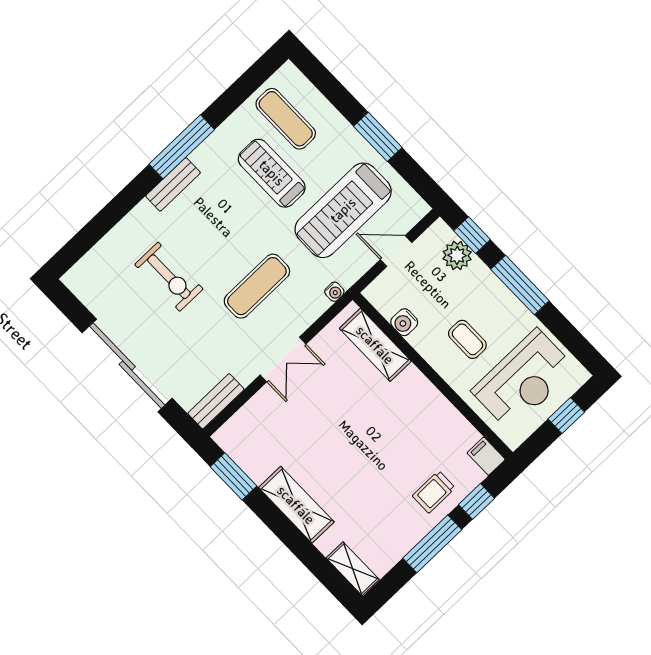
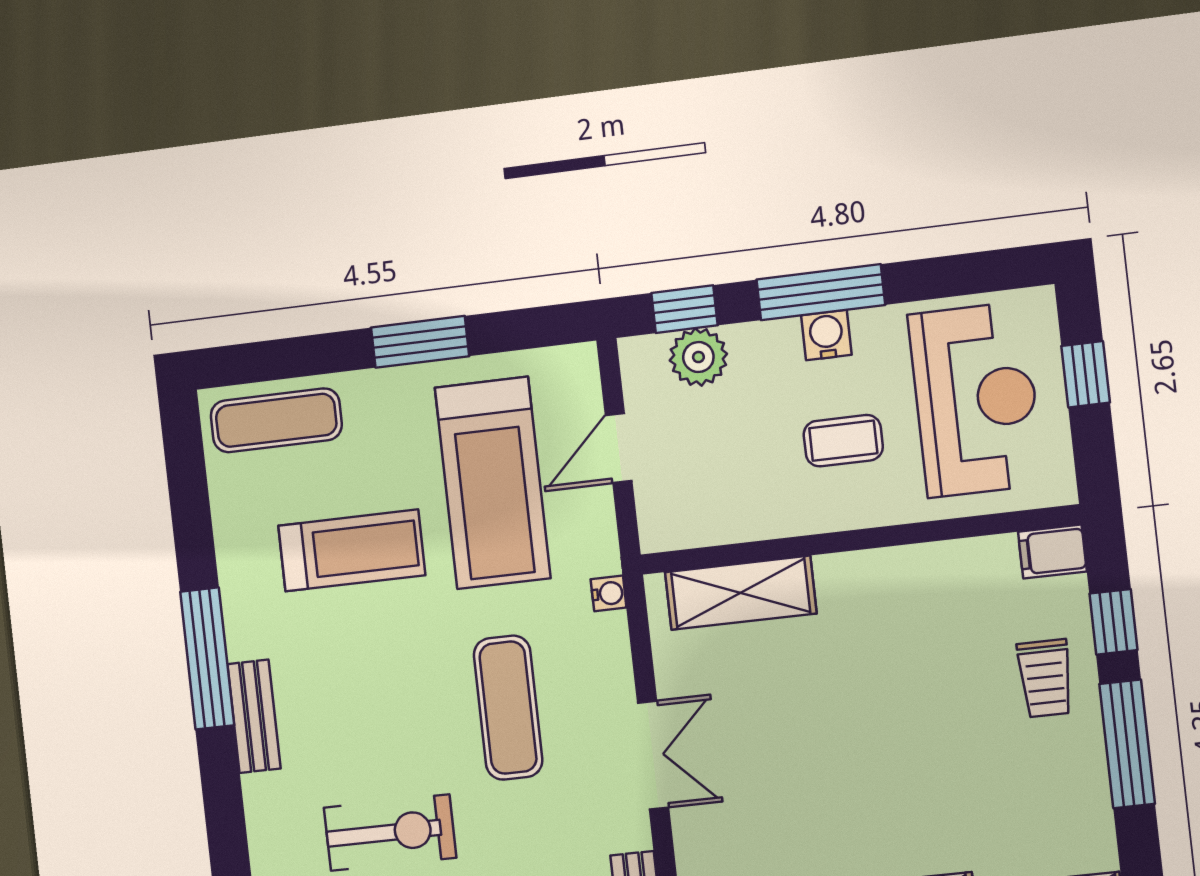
exercise mat: (286, 119) -> (276, 420), moved
treadmill: (272, 173) -> (352, 550), turned 180
water cooler: (404, 322) -> (826, 335), moved, turned 180

